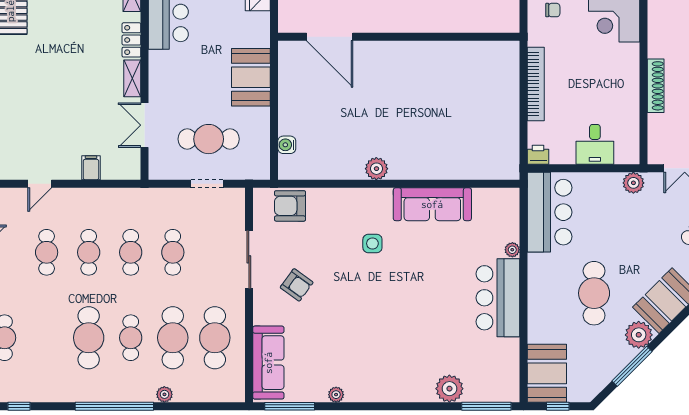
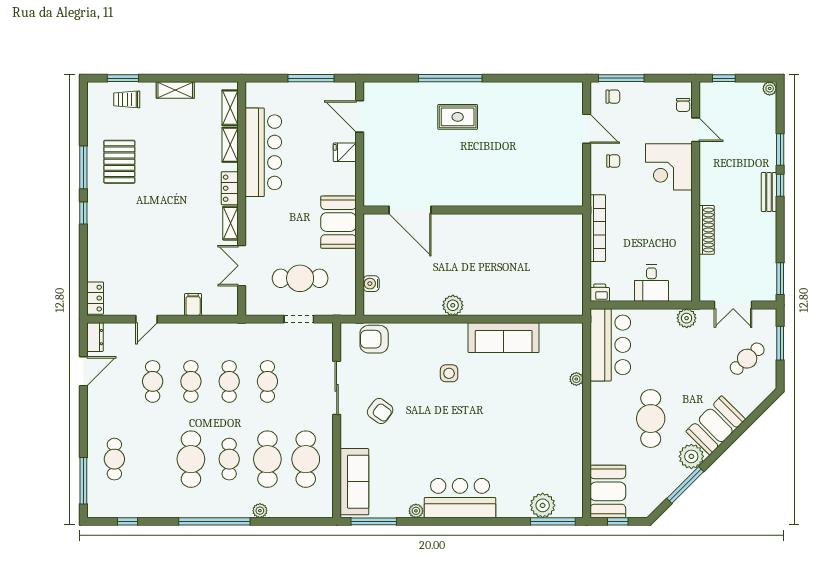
door: (330, 37) -> (410, 210), moved
wall: (399, 37) -> (473, 210), moved
bar counter: (498, 298) -> (460, 498), moved, turned 90
plant: (449, 389) -> (543, 505), moved

